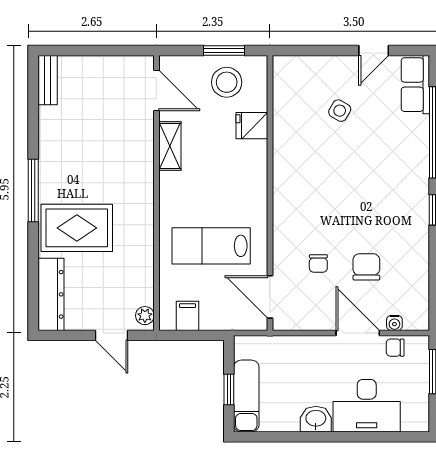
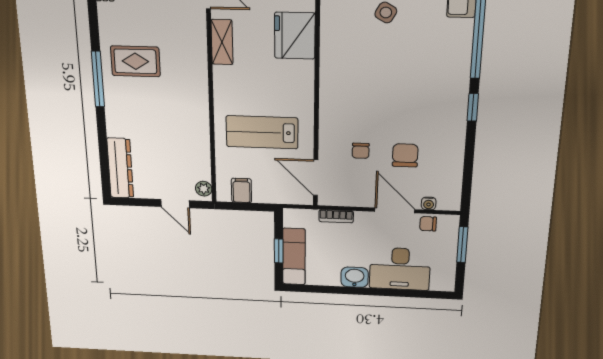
fridge: (252, 126) -> (295, 36), width x1.88, depth x1.34
rug: (77, 228) -> (135, 61), moved, width x0.73, depth x0.70
bookcase: (293, 343) -> (336, 216), added

